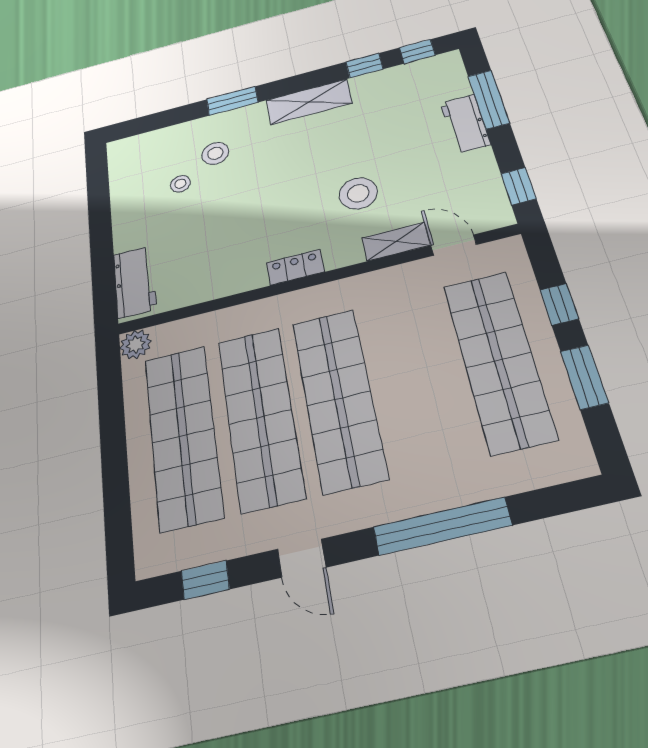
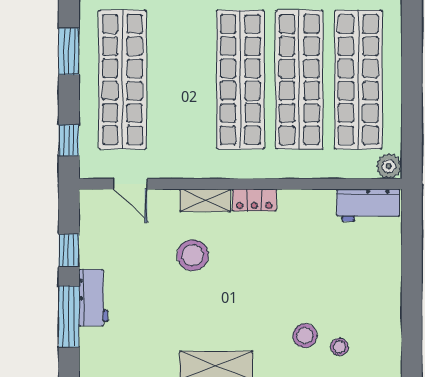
stool: (180, 184) -> (340, 347), moved
window: (518, 186) -> (69, 250), moved
shelving: (396, 242) -> (205, 200), moved
workbench: (135, 282) -> (368, 205), moved, turned -90
window: (559, 304) -> (69, 140), moved

